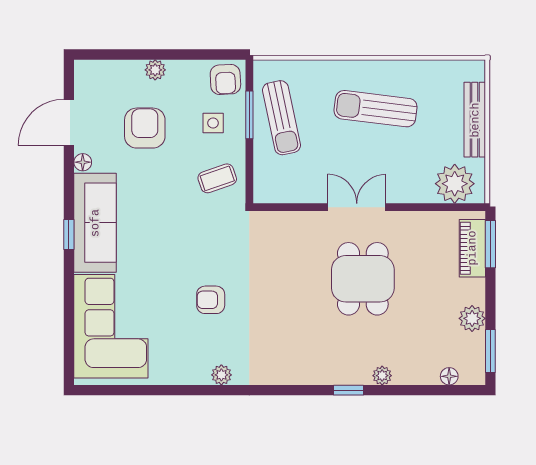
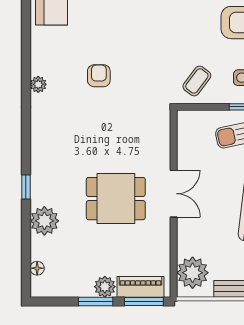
coffee table: (217, 178) -> (197, 81), turned 56
plant: (472, 318) -> (105, 287), moved
window: (490, 351) -> (96, 301), moved
plant: (382, 376) -> (44, 221), width x1.88, depth x1.88

